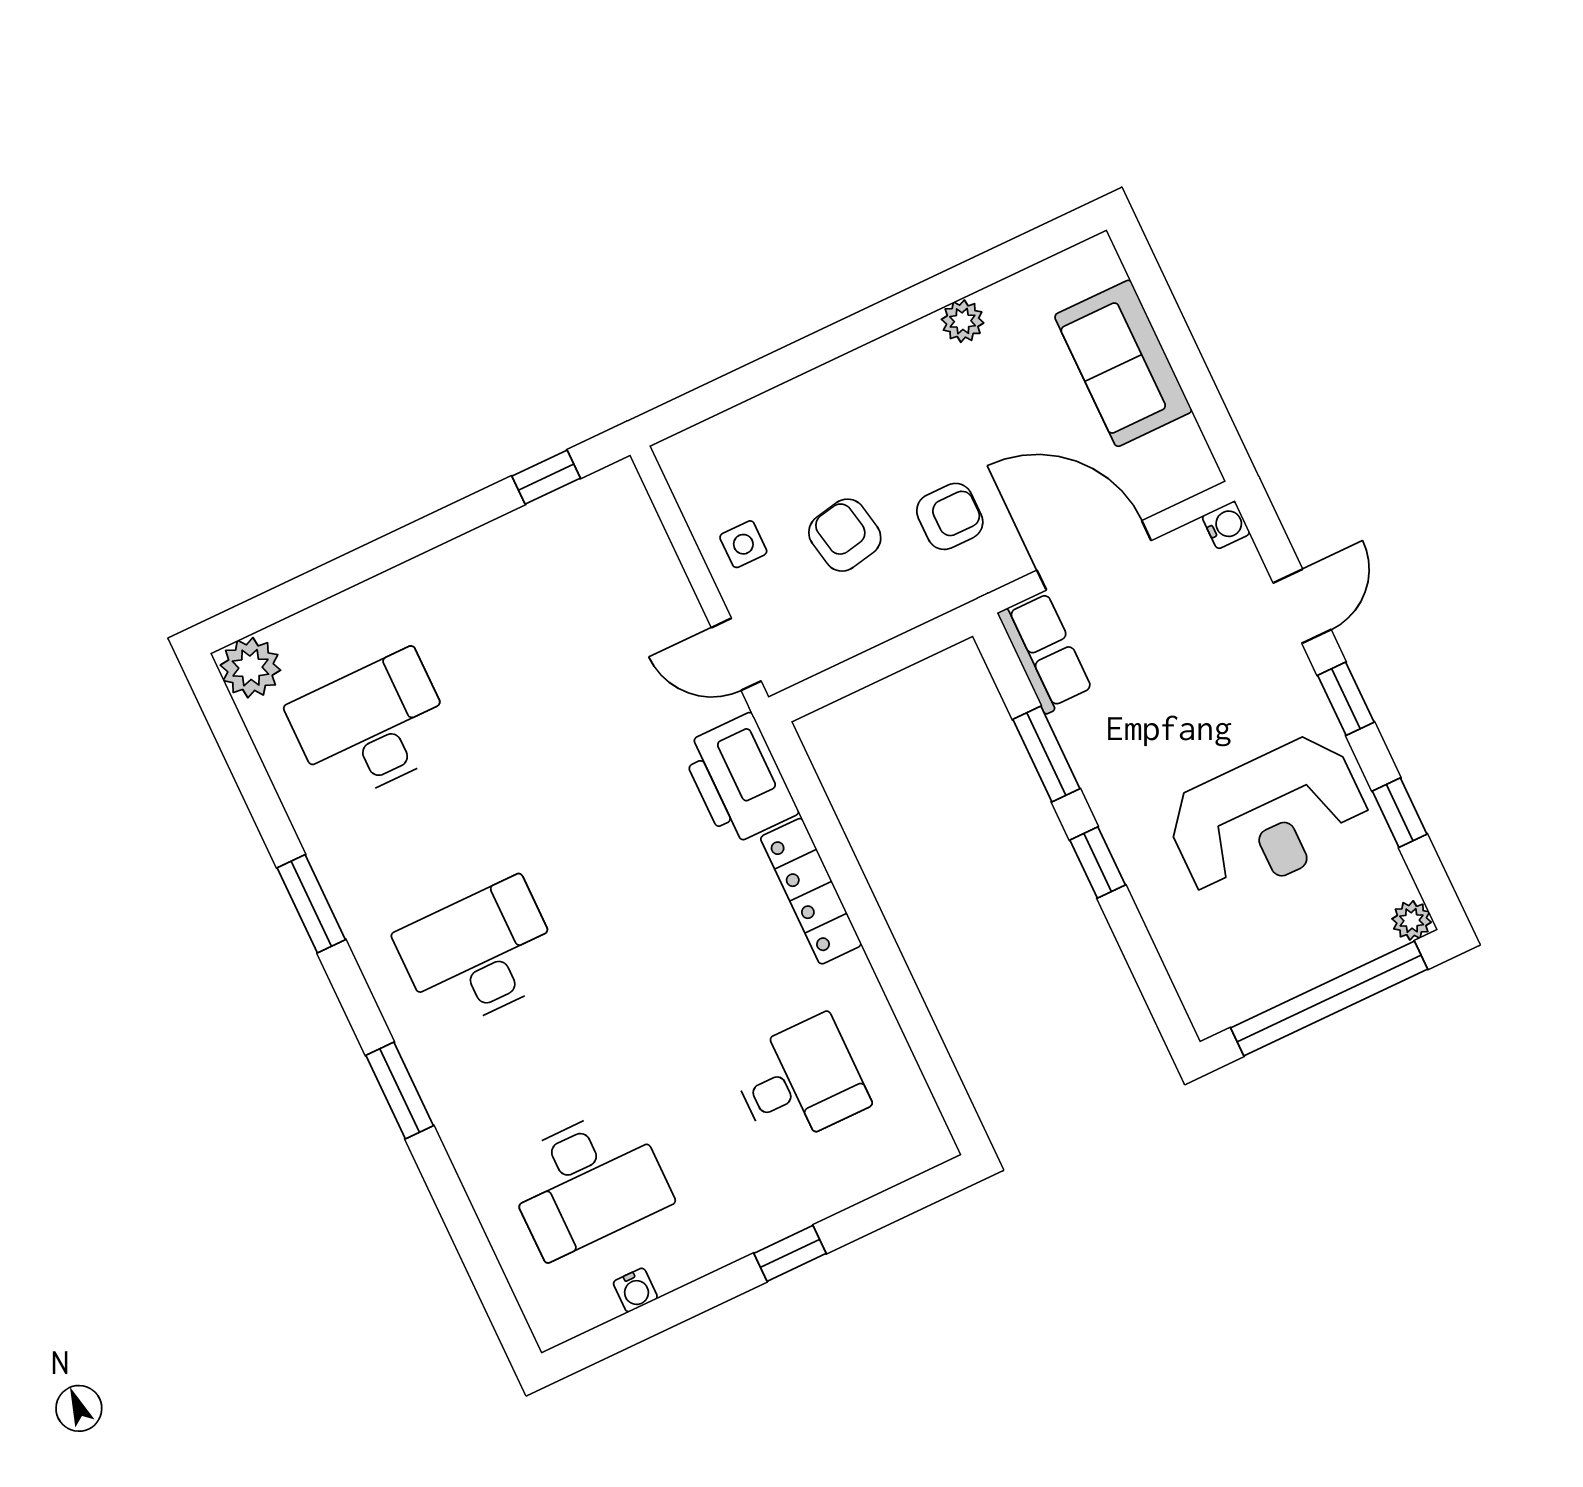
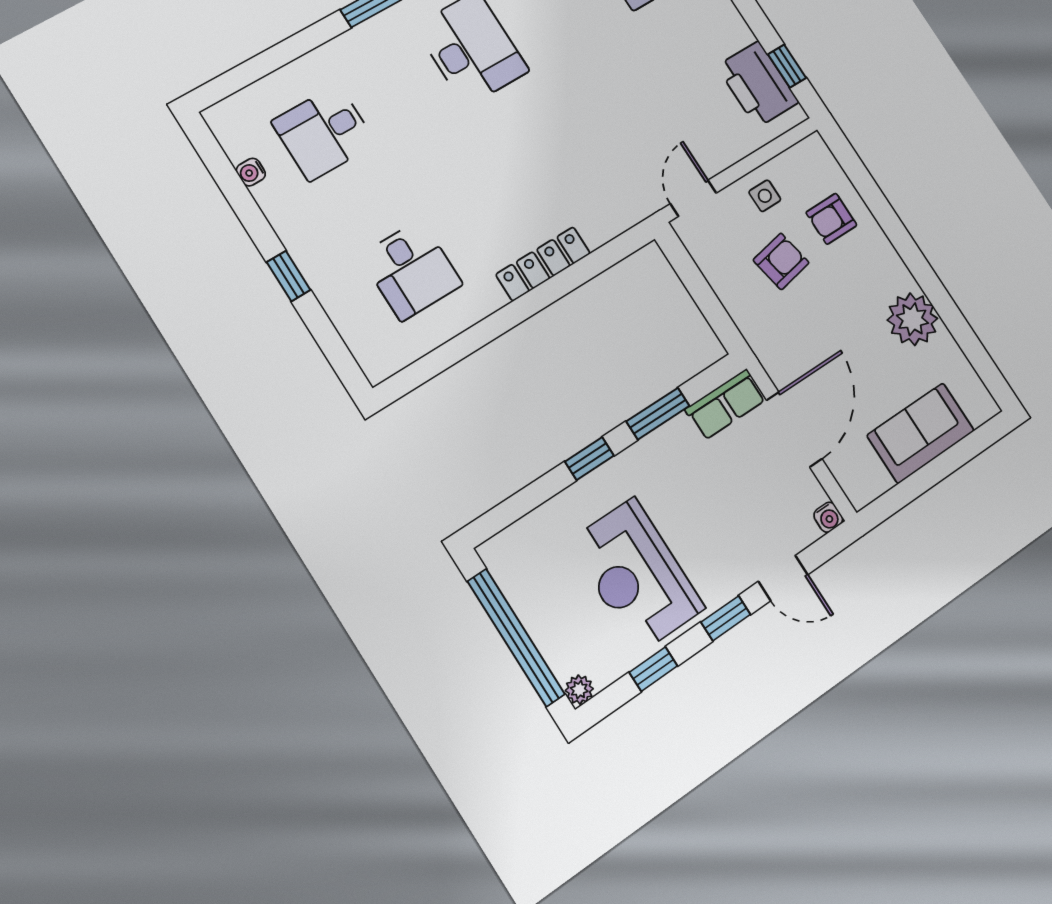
plant: (963, 321) -> (912, 319), width x1.87, depth x1.87
armchair: (950, 516) -> (831, 219), moved, turned 90
printer: (739, 780) -> (758, 84), moved, turned -90
desk: (587, 1182) -> (324, 133), width x0.73

